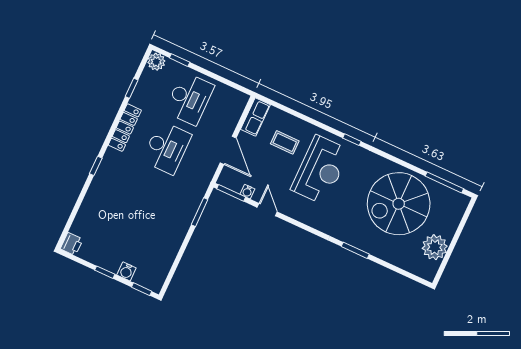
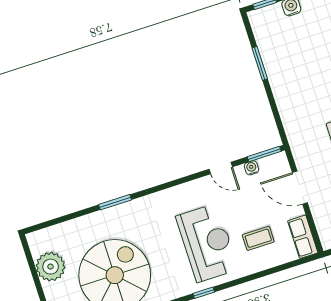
reception desk: (320, 170) -> (207, 243), turned 180
window: (200, 212) -> (260, 63), moved

